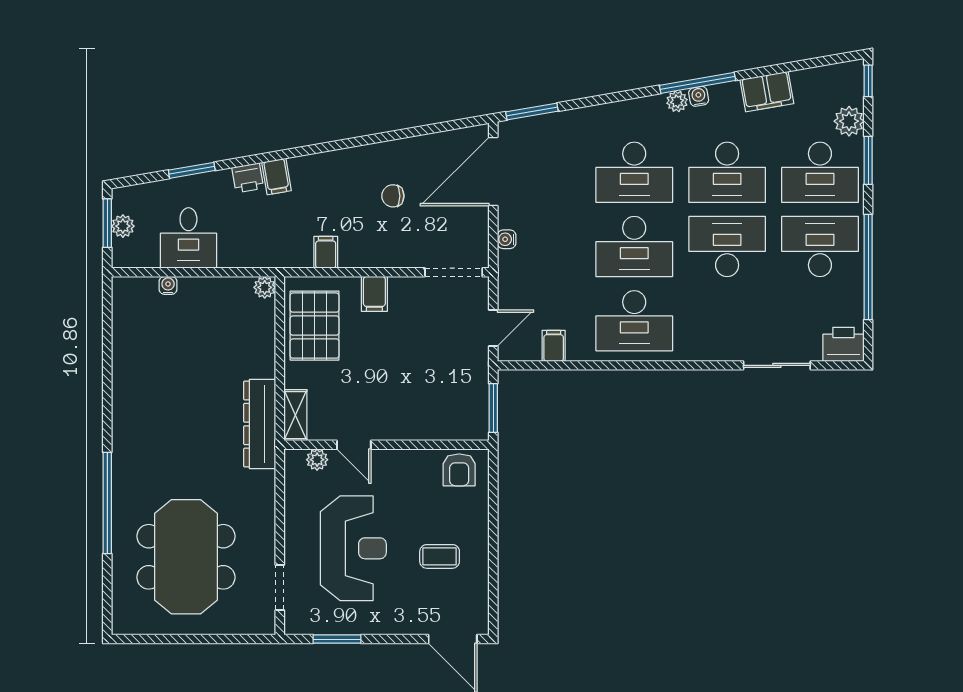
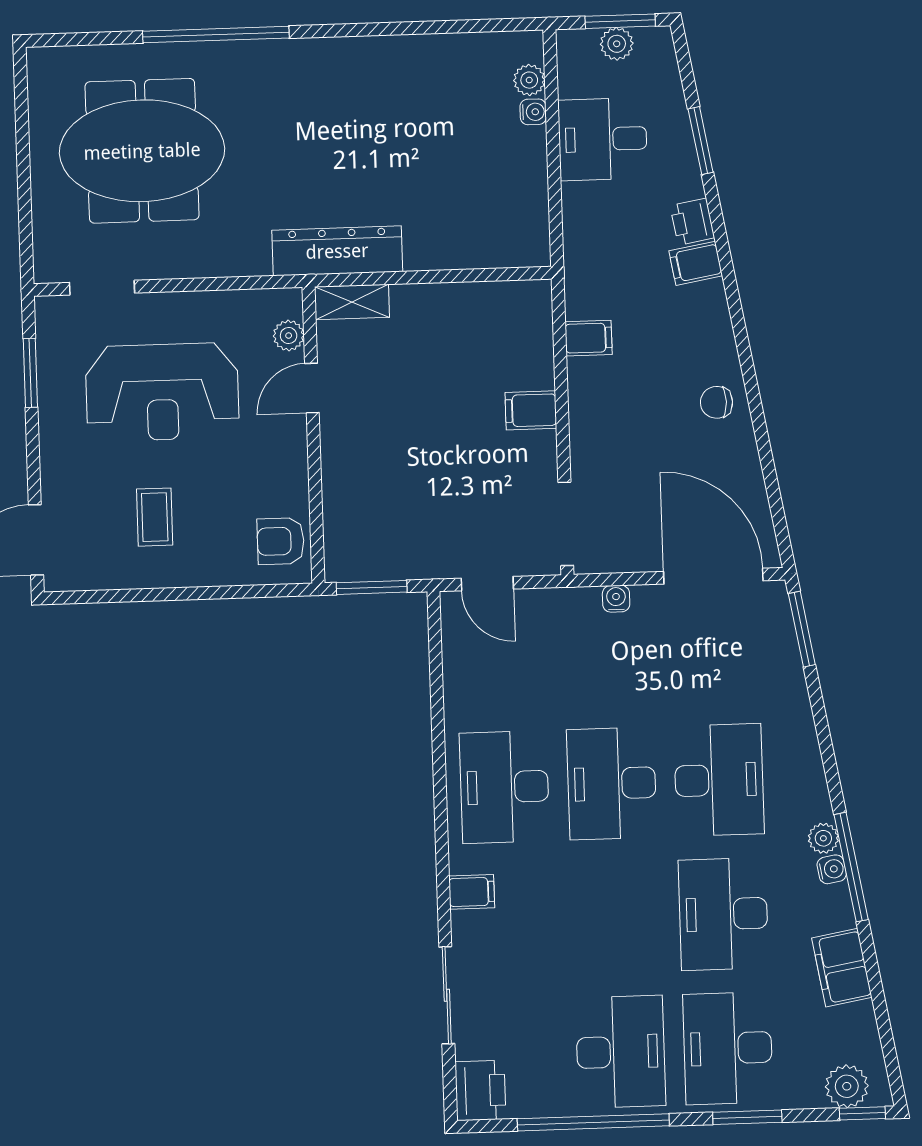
plant: (849, 121) -> (847, 1086), moved
desk: (634, 172) -> (719, 780), turned 180
chair: (393, 196) -> (716, 402), moved, turned -90
desk: (727, 247) -> (616, 918), removed
plant: (265, 287) -> (529, 80), moved
pallet: (315, 326) -> (482, 325), removed
filing cabinet: (554, 346) -> (472, 892), moved

